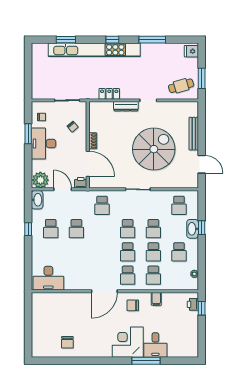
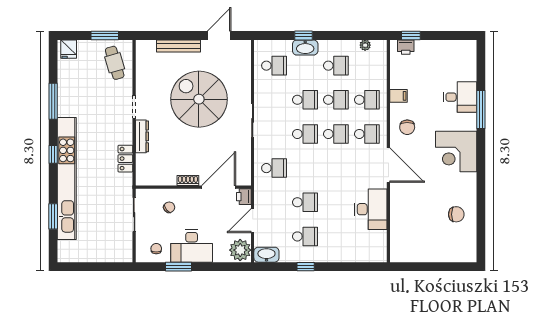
desk: (48, 278) -> (371, 209), moved
corner desk: (128, 342) -> (456, 152), moved

